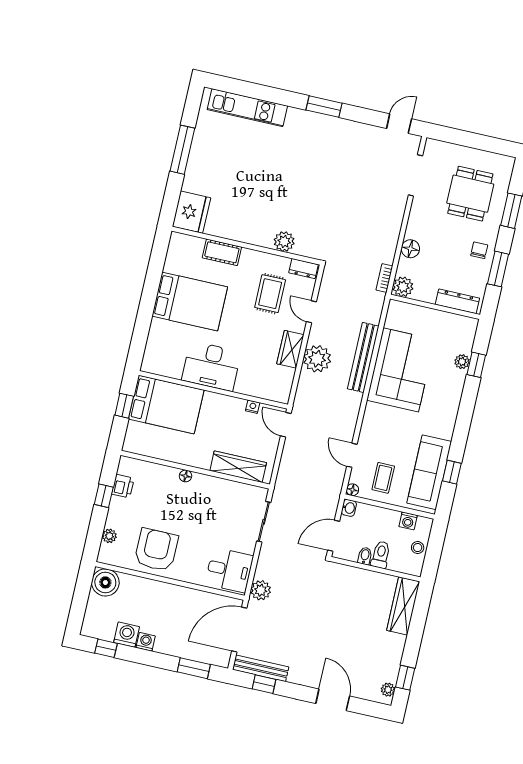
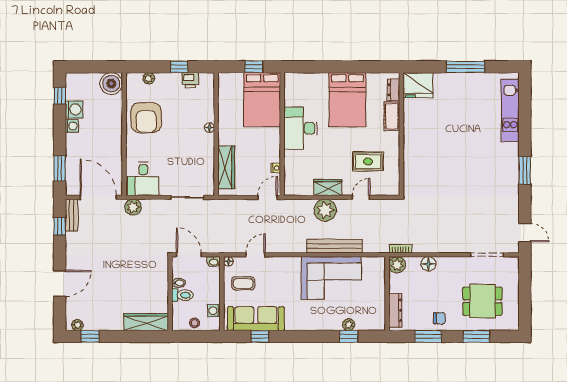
plant: (284, 242) -> (411, 163), removed
dresser: (303, 269) -> (394, 90), moved
armchair: (156, 550) -> (146, 118), turned 90
bench: (261, 668) -> (72, 215), width x0.73

